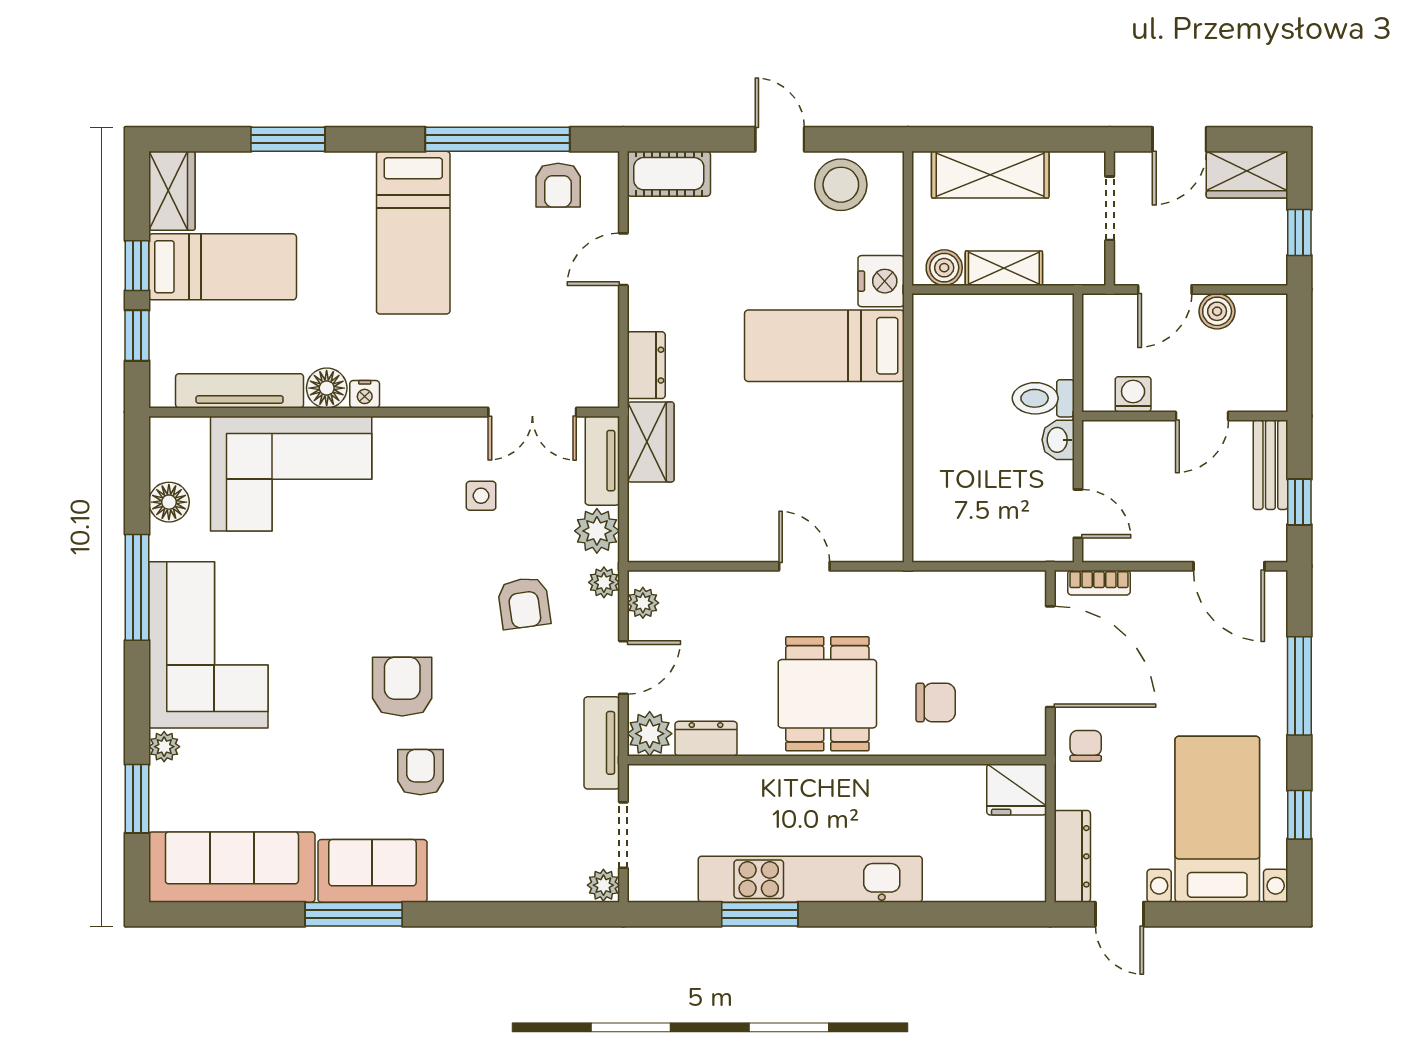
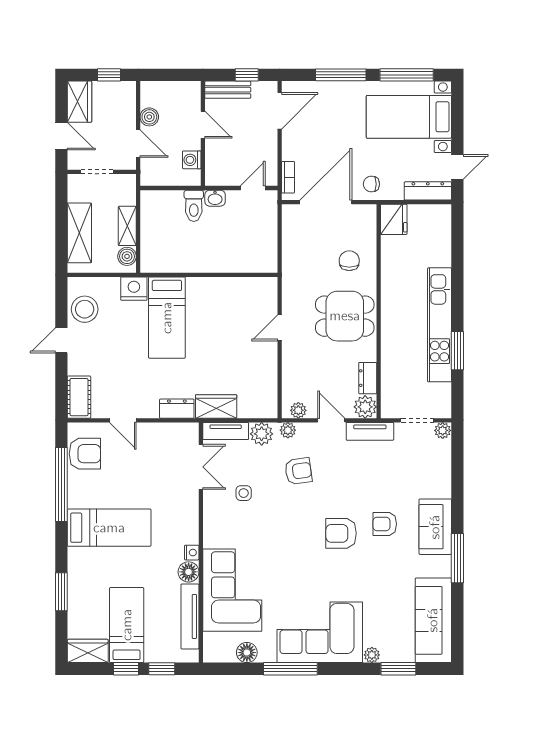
armchair: (558, 185) -> (85, 454), width x1.38, depth x1.38
window: (1299, 815) -> (407, 75), width x2.17
sofa: (372, 871) -> (435, 527), moved

